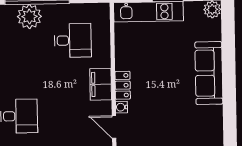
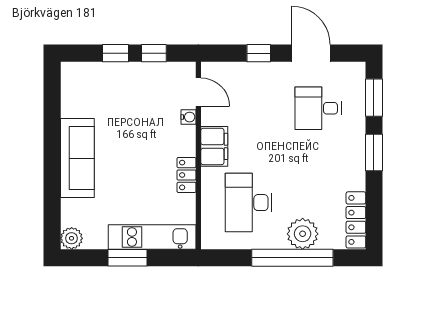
desk: (73, 40) -> (248, 203), width x1.37
locker: (123, 85) -> (186, 175), moved

